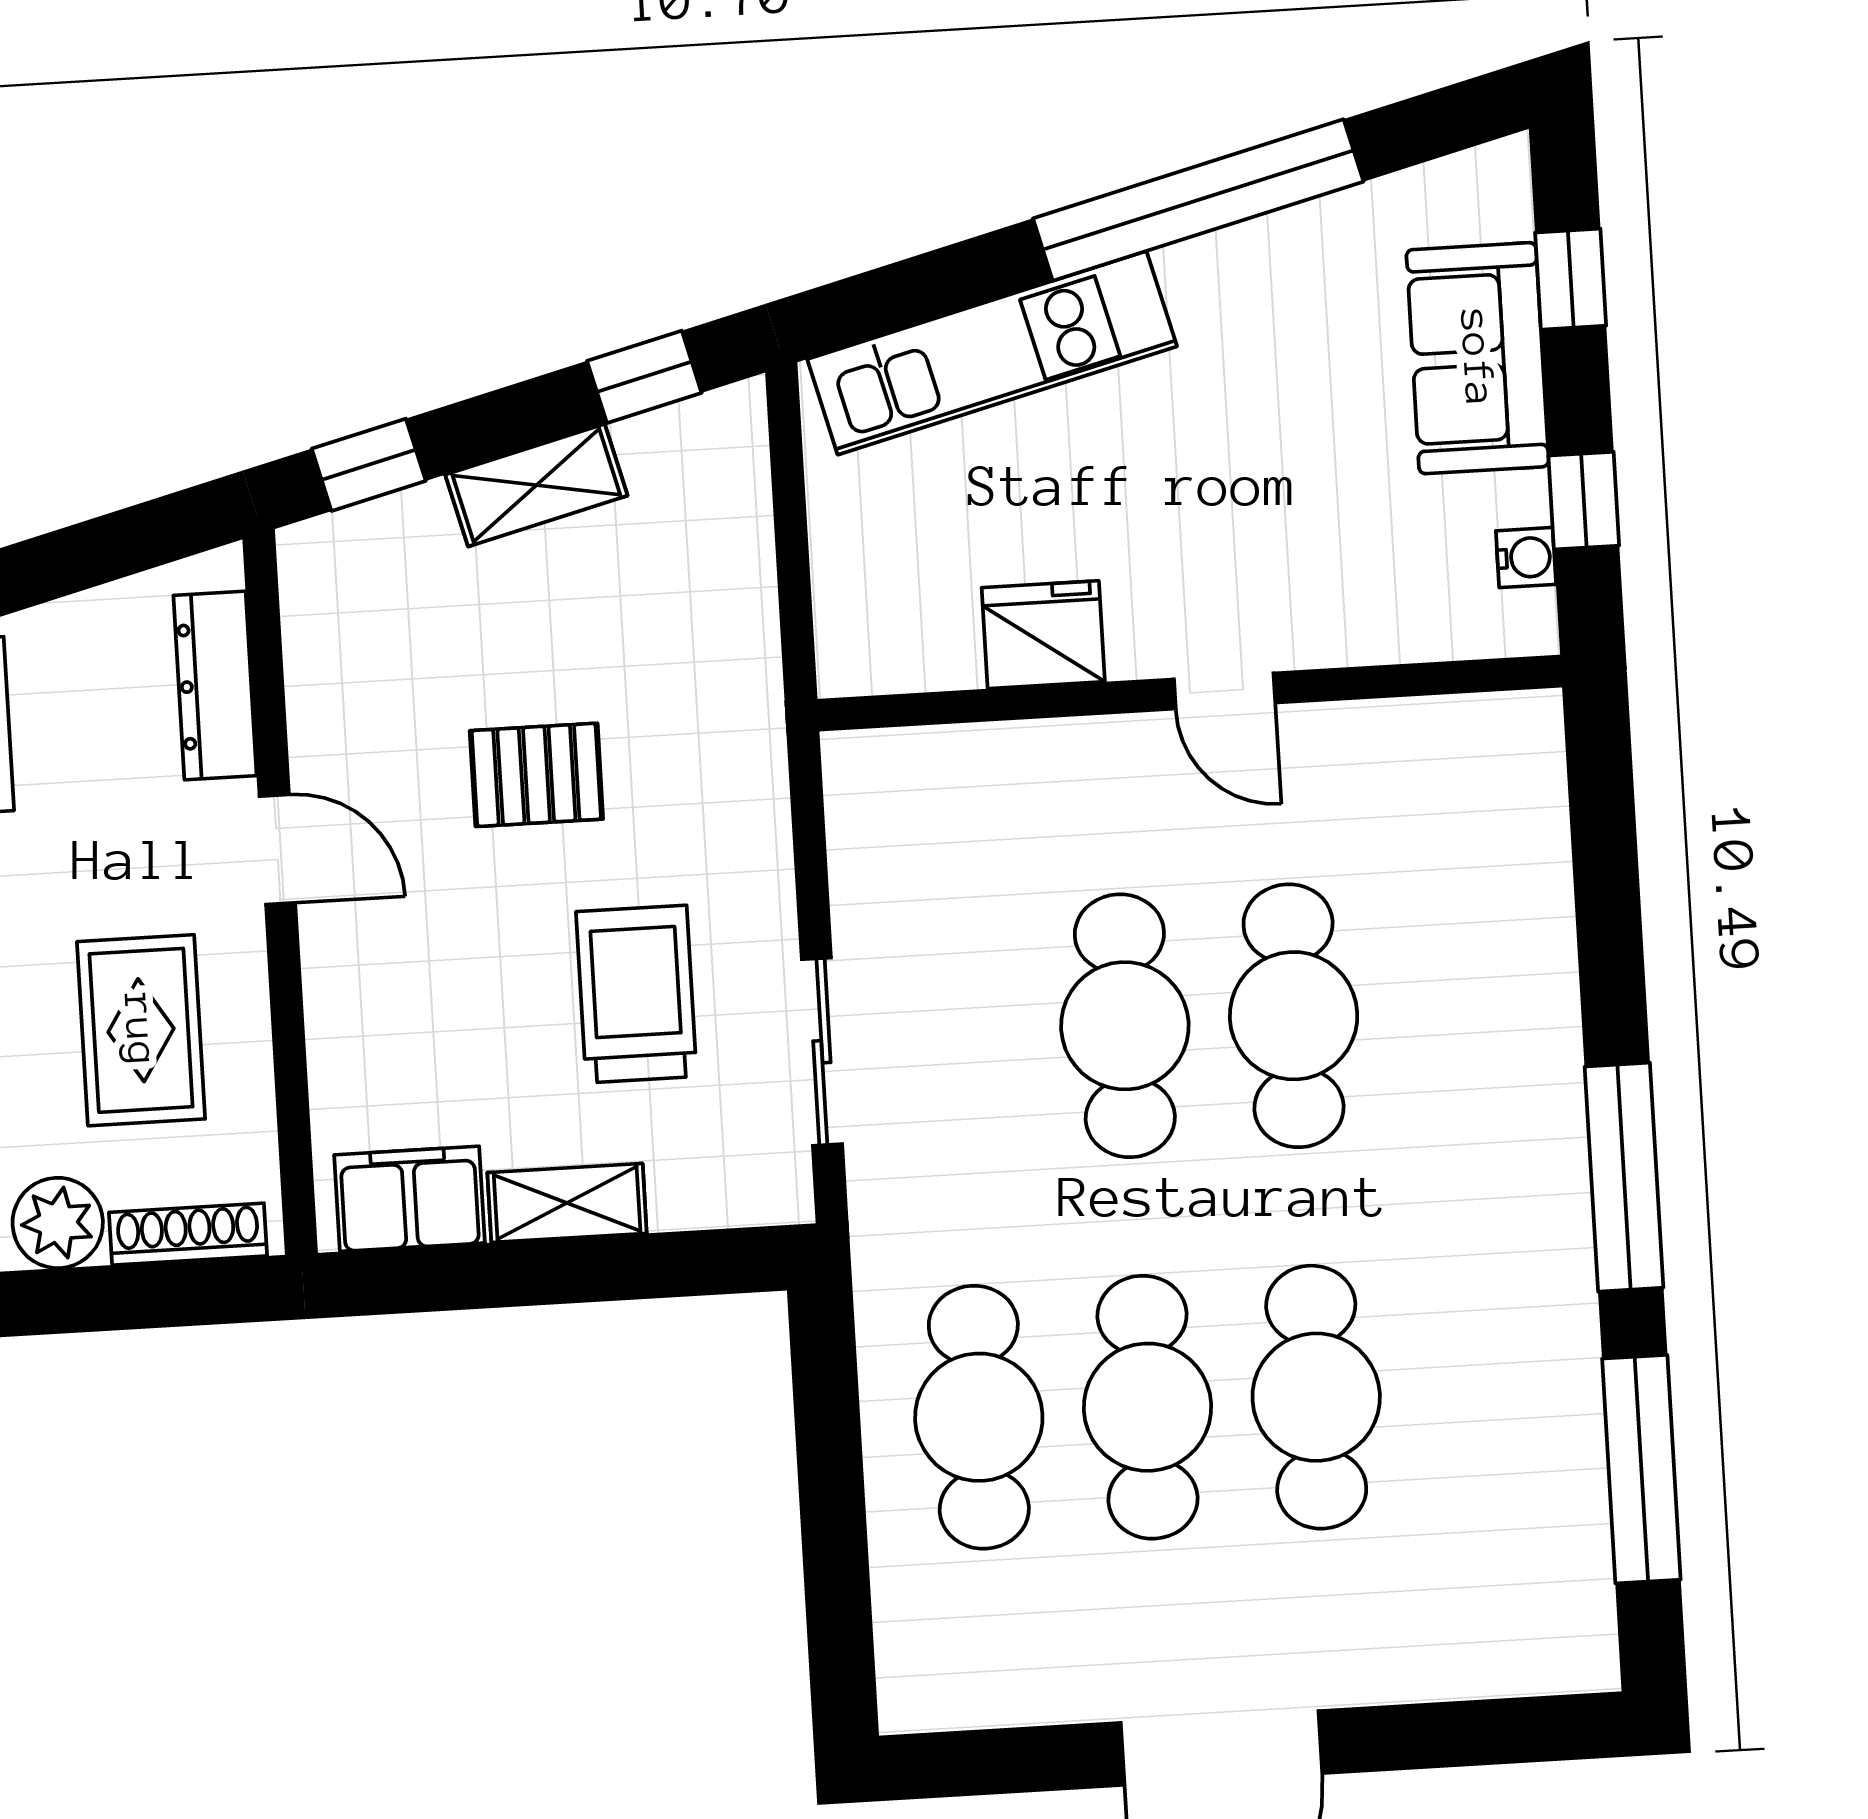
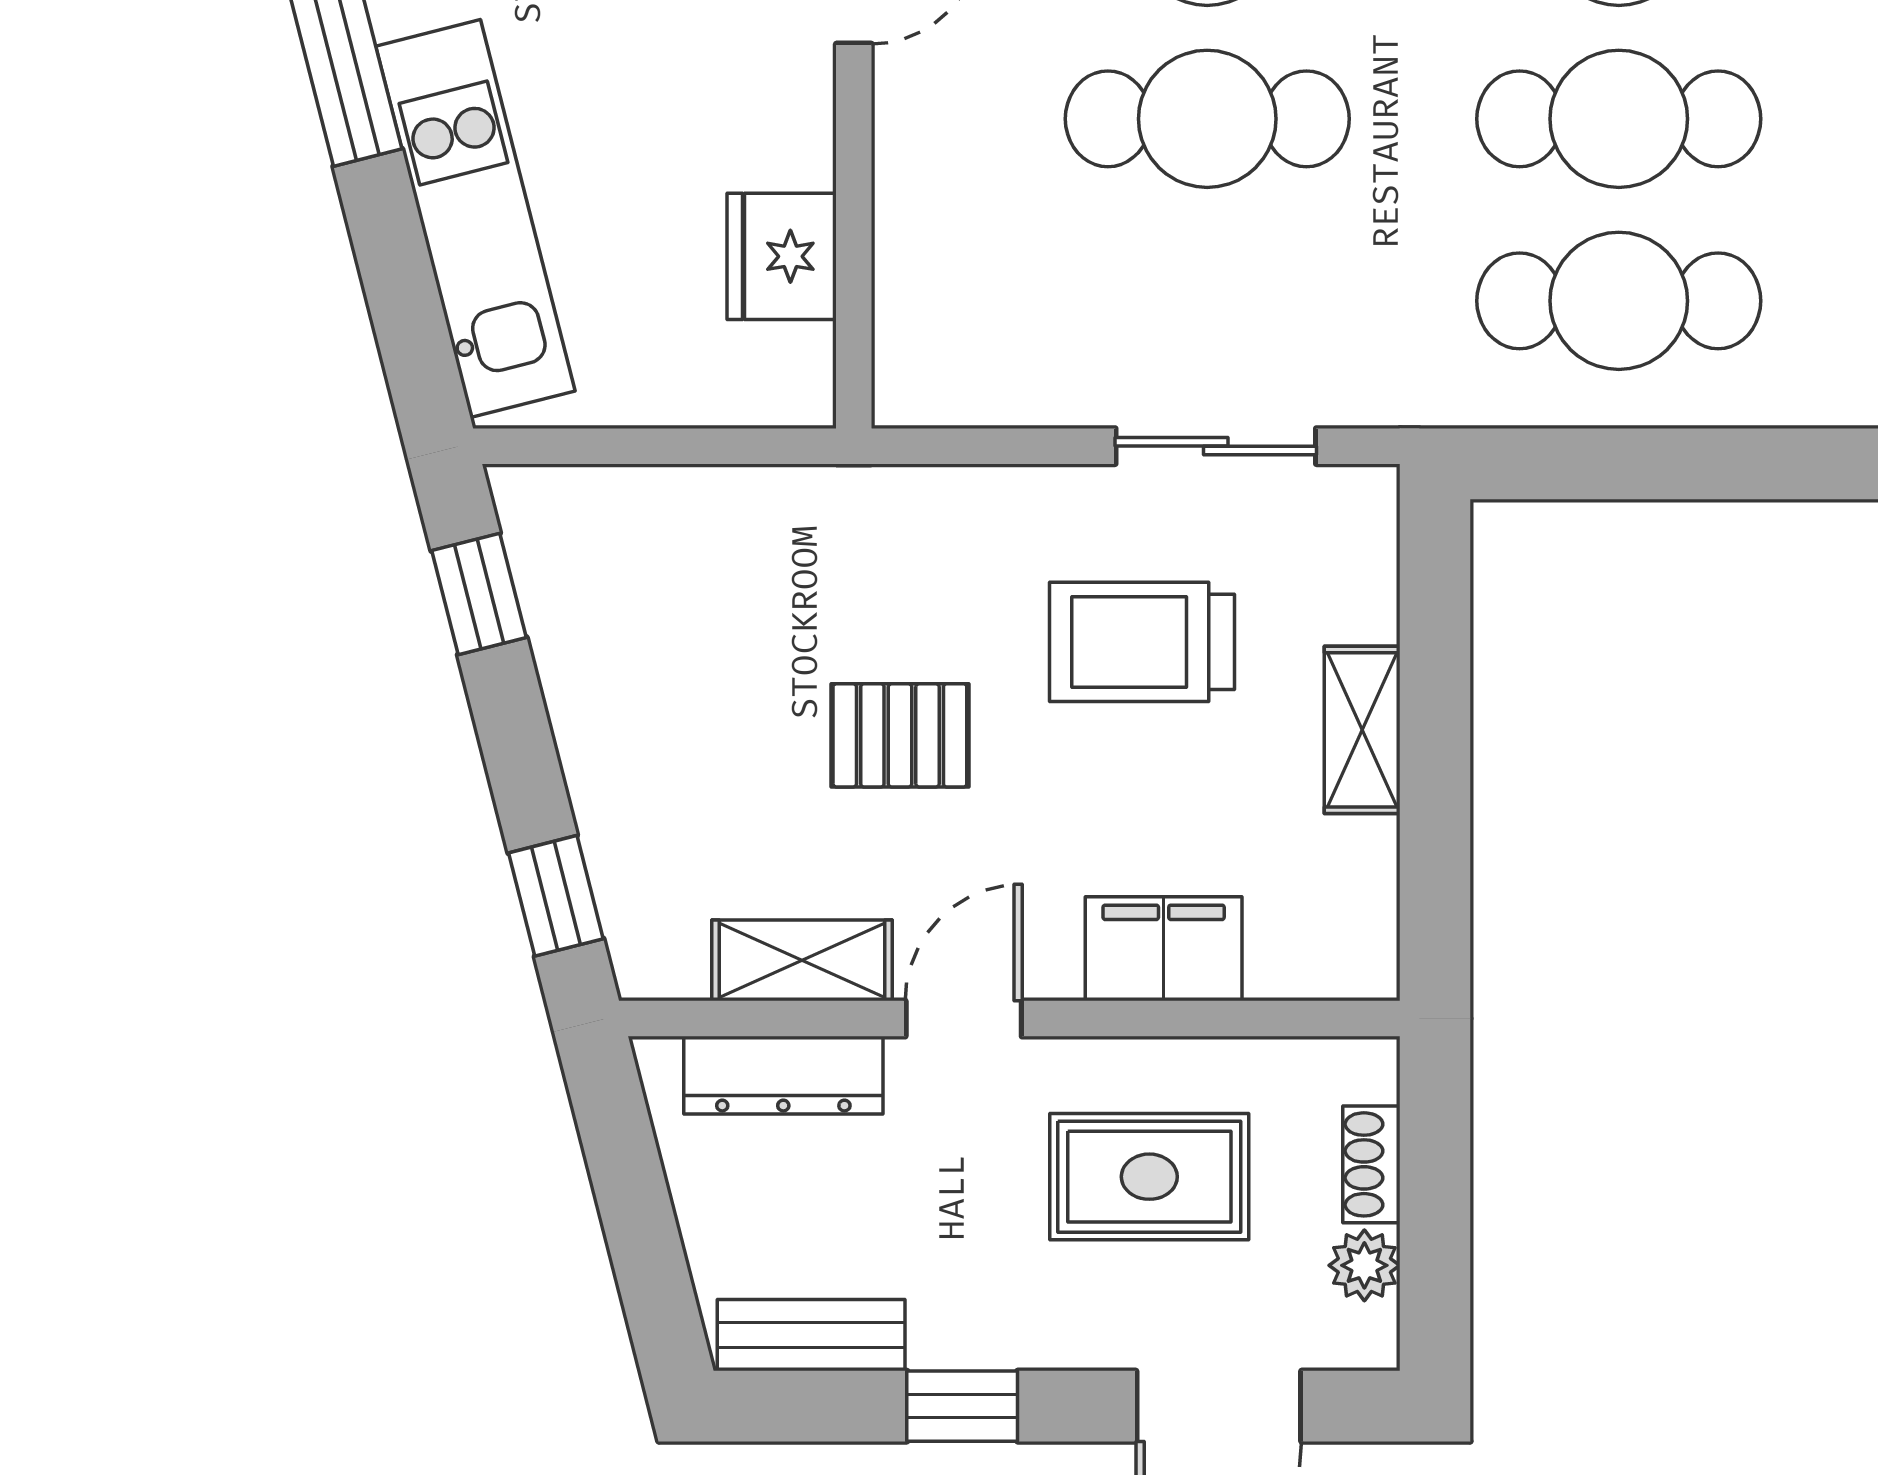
shelving: (536, 485) -> (802, 960), moved, turned -76
fridge: (1043, 635) -> (782, 256), moved
pallet: (536, 775) -> (900, 735), turned 90
filing cabinet: (410, 1199) -> (1164, 949), moved, turned 90
plant: (58, 1223) -> (1364, 1265), width x0.73, depth x0.73
shoe rack: (188, 1234) -> (1371, 1164), width x0.70

